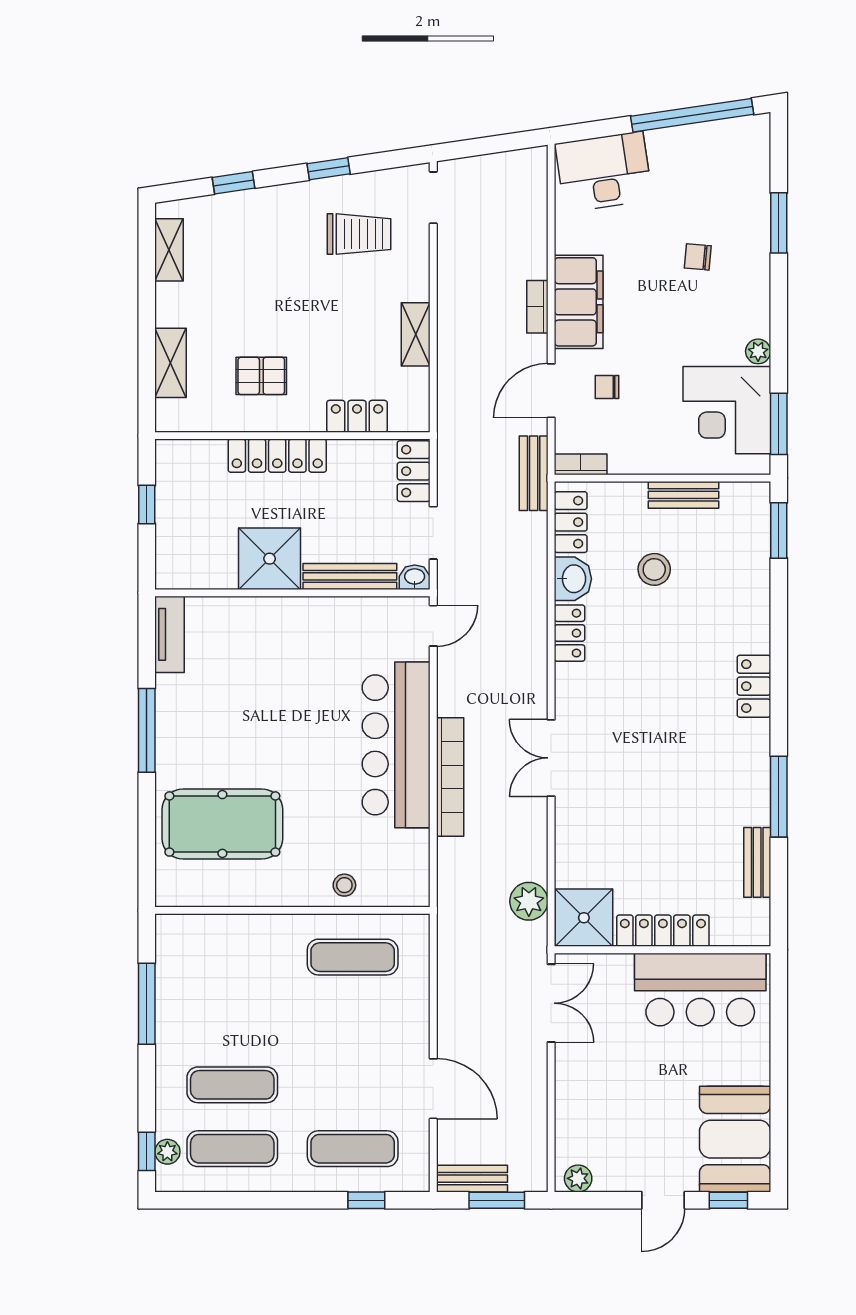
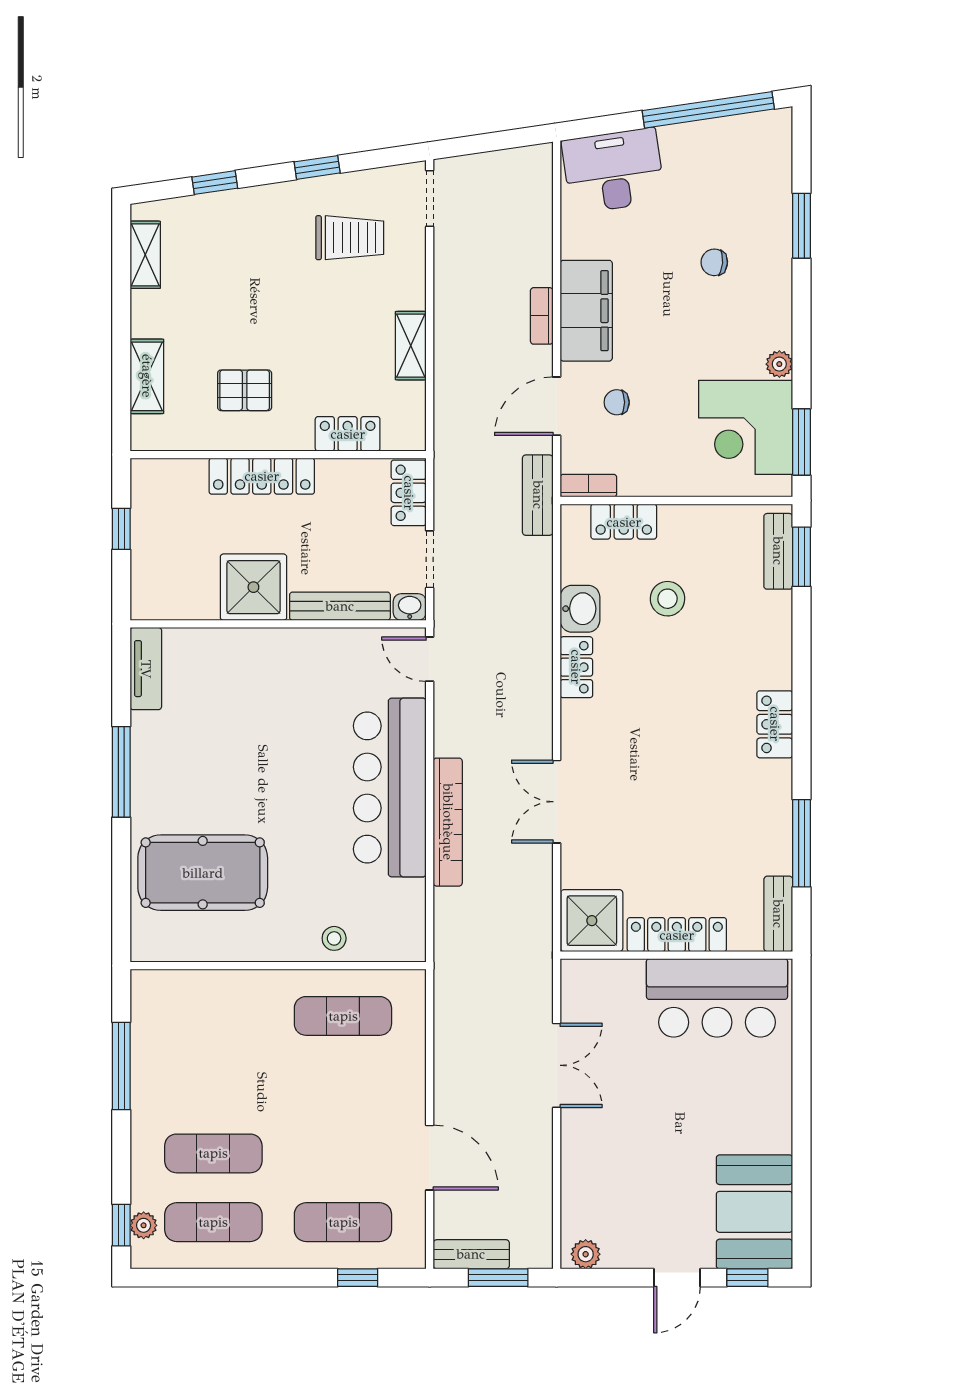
bench: (684, 495) -> (778, 551), moved, turned 90
locker: (571, 522) -> (624, 522), moved, turned 90
door: (433, 626) -> (430, 659), swing flipped
plant: (529, 901) -> (533, 956), removed
shower: (584, 918) -> (592, 921), moved
locker: (663, 931) -> (677, 935), moved
wall: (662, 950) -> (676, 955), moved
bar counter: (700, 990) -> (717, 998), moved

